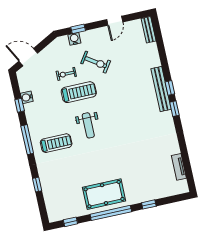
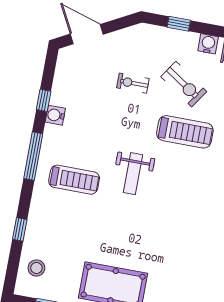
water cooler: (74, 39) -> (208, 44), moved
treadmill: (79, 92) -> (185, 132), moved
water cooler: (27, 97) -> (55, 115), moved
stool: (56, 203) -> (36, 268), added

